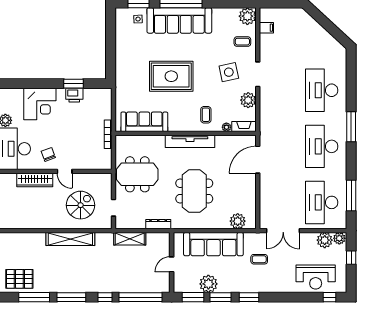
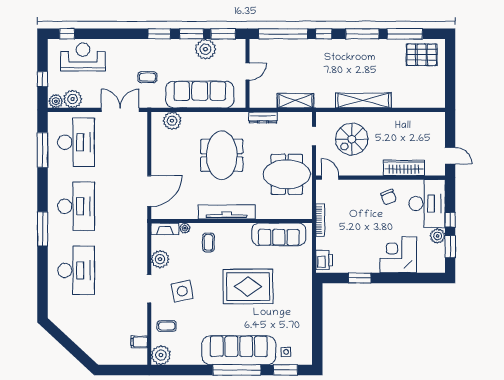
printer: (74, 95) -> (324, 260), moved, turned 90
door: (65, 171) -> (330, 178), moved

